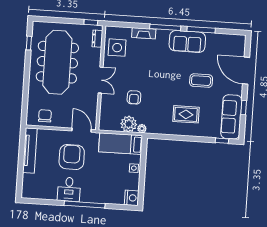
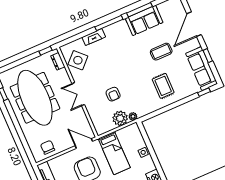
sofa: (187, 41) -> (144, 20), moved
side table: (117, 48) -> (78, 60), turned 45
door: (246, 71) -> (194, 24), hinge flipped
double door: (101, 80) -> (78, 94), swing flipped
rug: (186, 114) -> (163, 86), turned 90
bed: (121, 144) -> (114, 153), moved, turned -90

